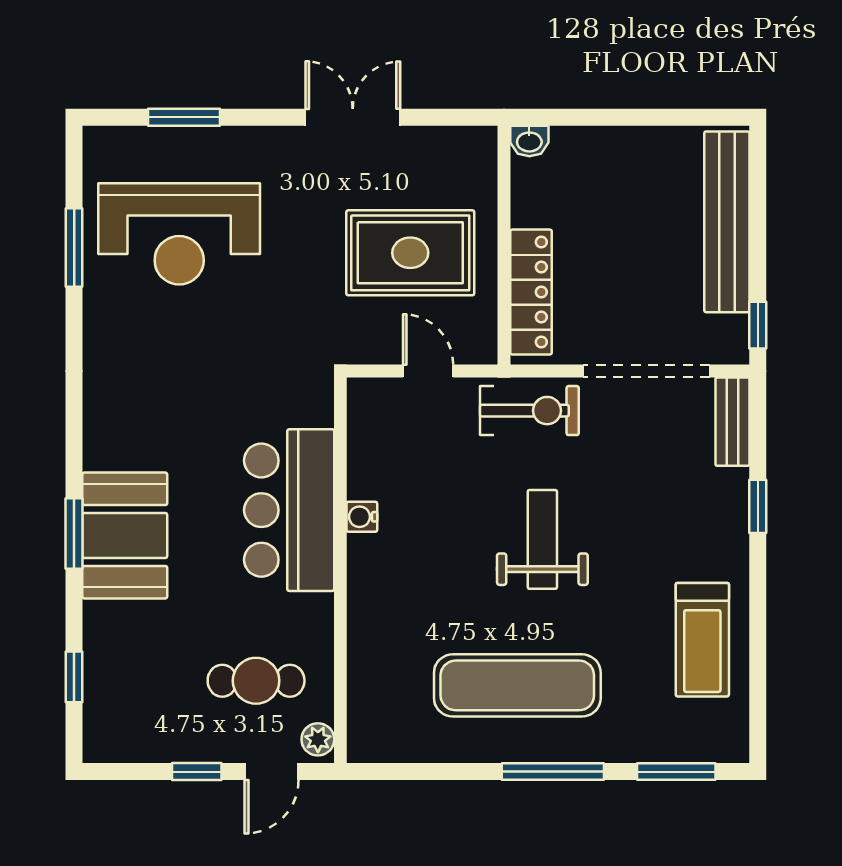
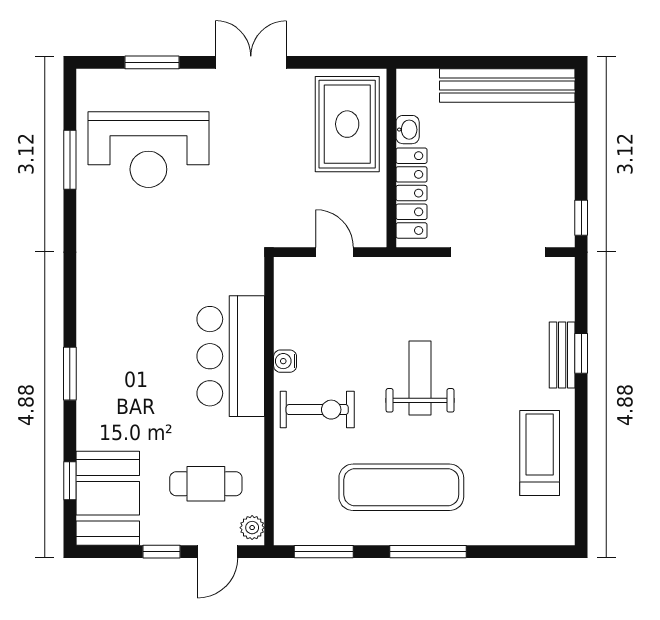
double door: (353, 117) -> (251, 62), moved
washbasin: (529, 141) -> (408, 130), moved, turned -90
bench: (727, 222) -> (507, 86), moved, turned 90
rug: (410, 253) -> (347, 124), moved, turned 90
exercise bike: (529, 411) -> (317, 410), moved
bench: (732, 422) -> (562, 355), moved
booth: (125, 535) -> (108, 498), moved
treadmill: (702, 640) -> (540, 453), turned 180
window: (676, 772) -> (324, 552), moved

